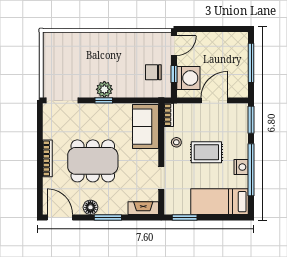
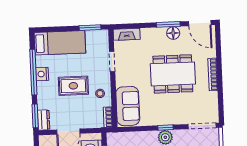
dresser: (242, 115) -> (44, 120), added
window: (108, 217) -> (168, 24), moved

